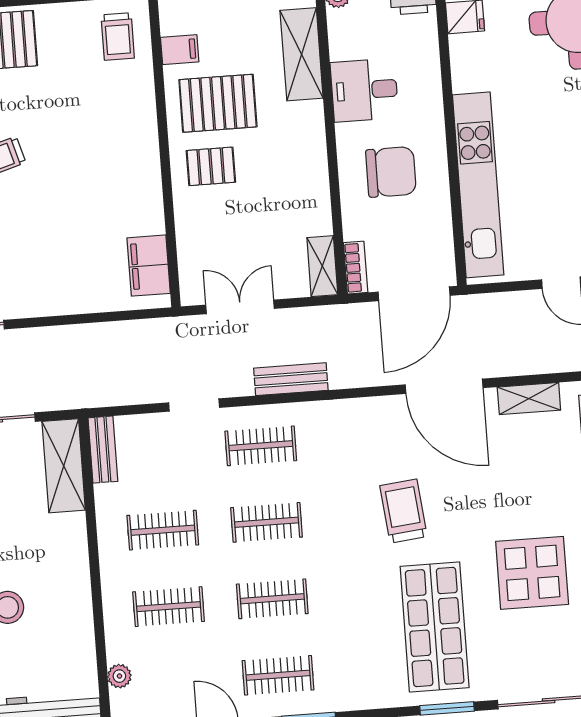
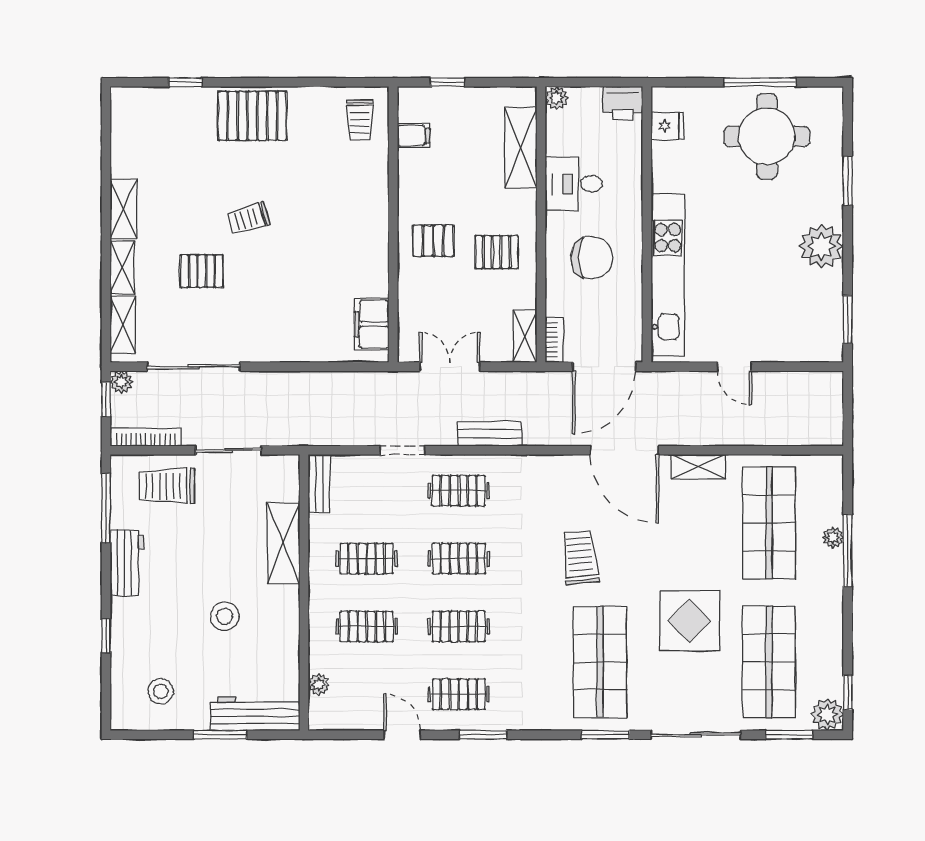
pallet: (218, 103) -> (497, 252), moved, width x0.67, depth x0.71
shelving: (64, 466) -> (284, 543), moved

